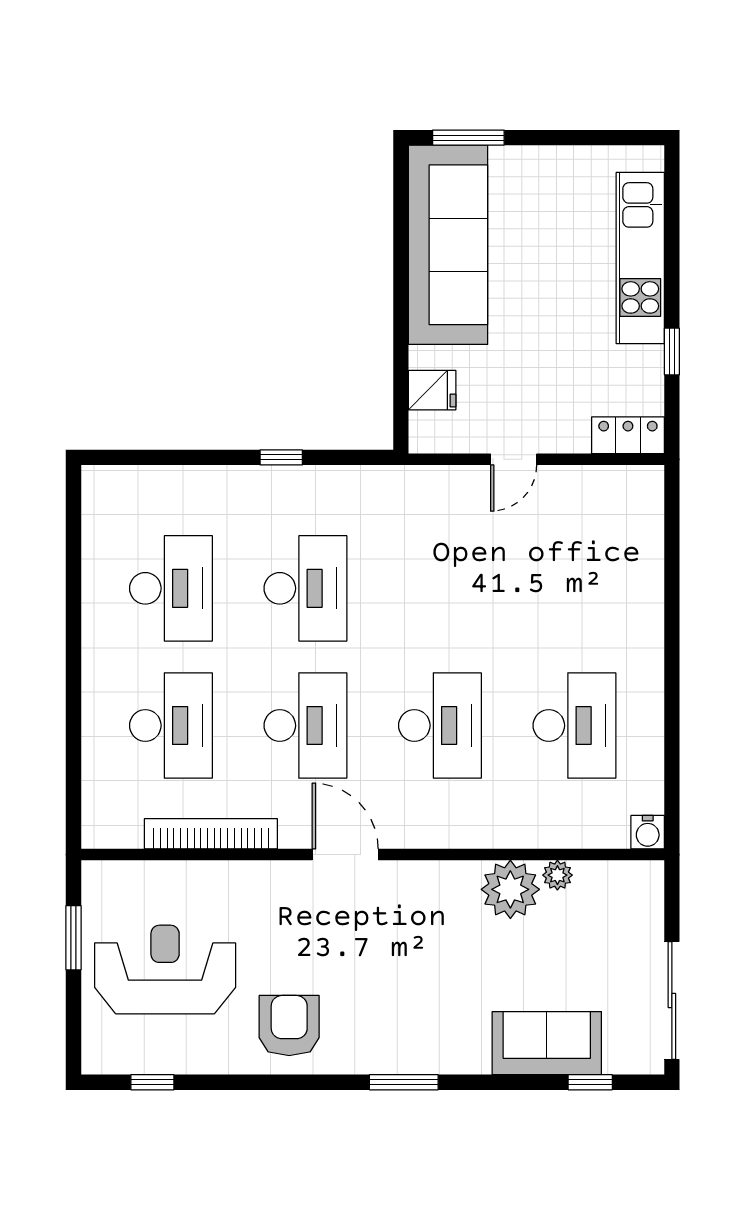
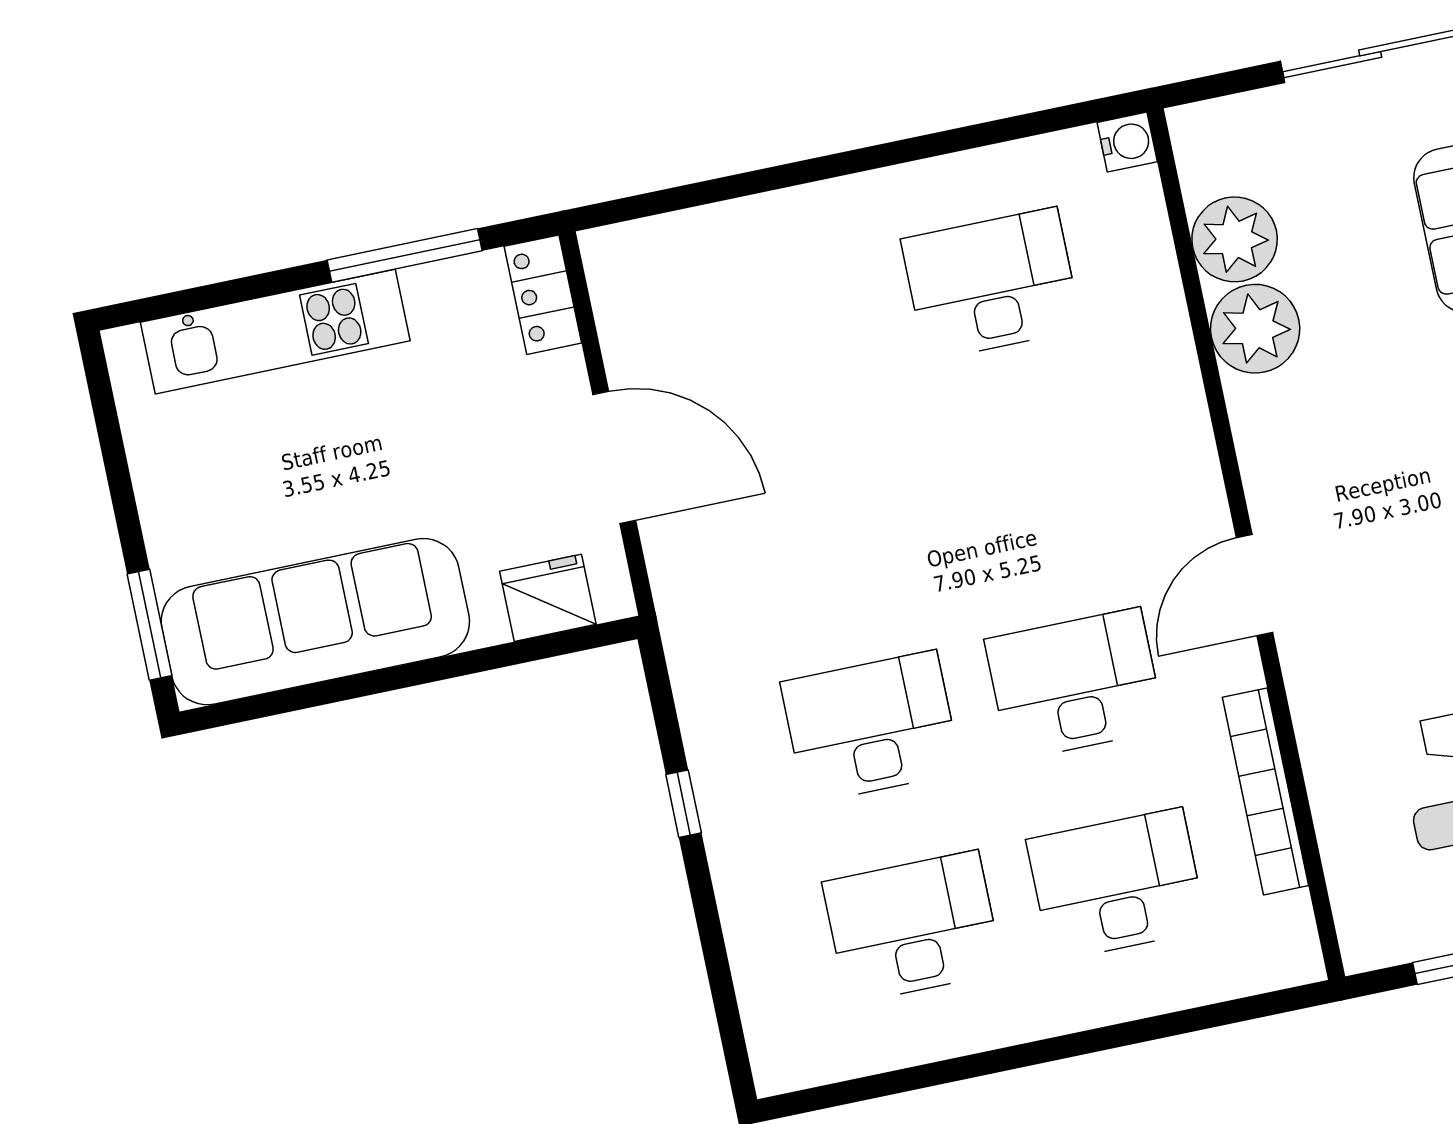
window: (672, 352) -> (405, 255), width x2.17
fridge: (432, 390) -> (548, 598), width x1.38
door: (514, 459) -> (614, 457), width x1.87
desk: (440, 726) -> (1033, 484), removed
plant: (557, 875) -> (1235, 239), width x1.88, depth x1.88

